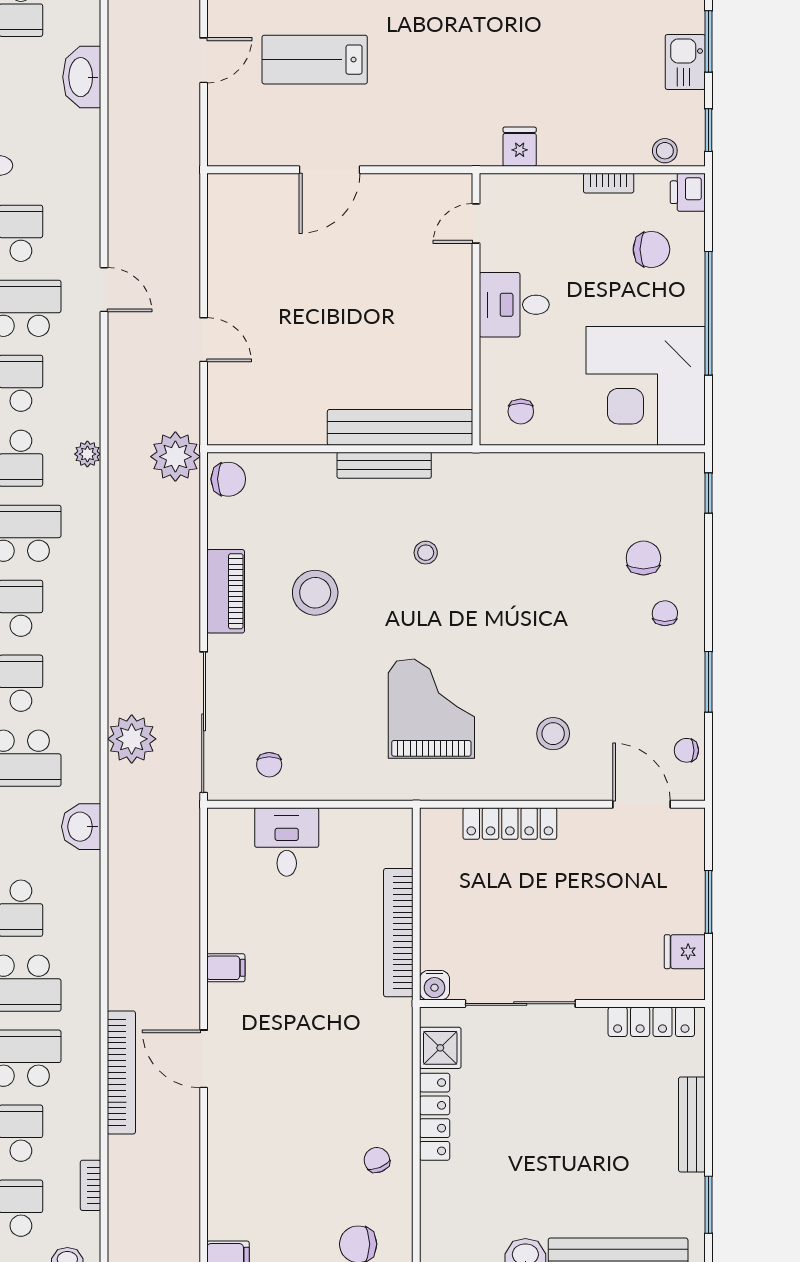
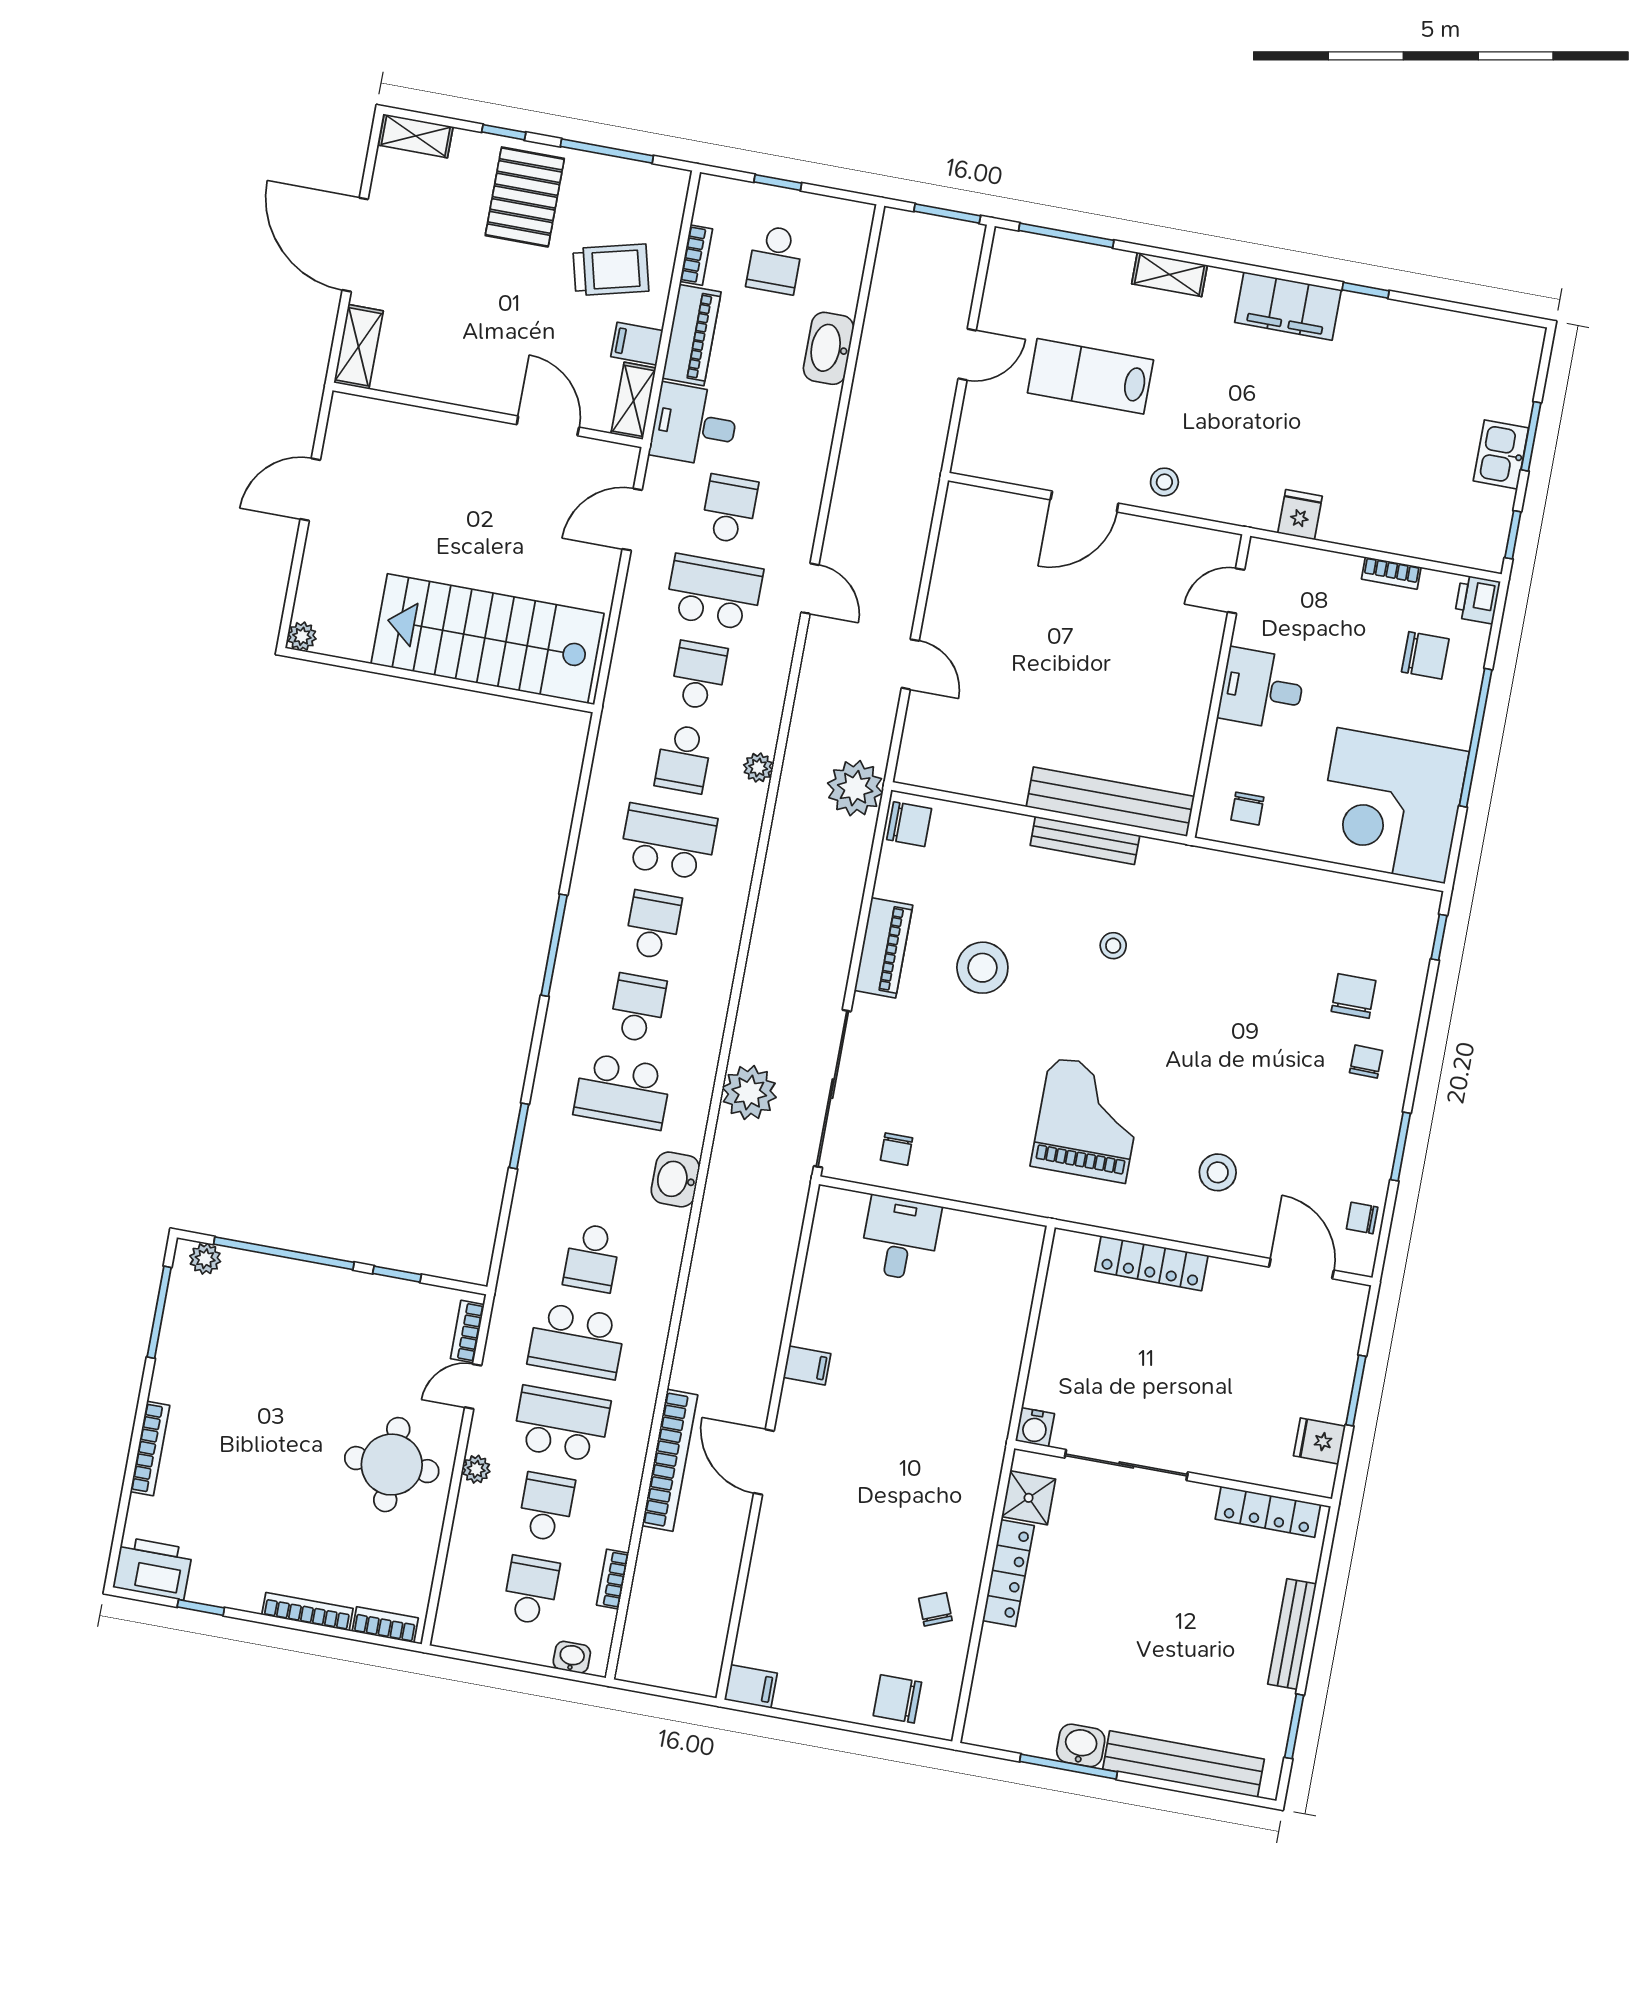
stool: (665, 151) -> (1164, 482), moved
bookcase: (398, 933) -> (1006, 1361), removed

